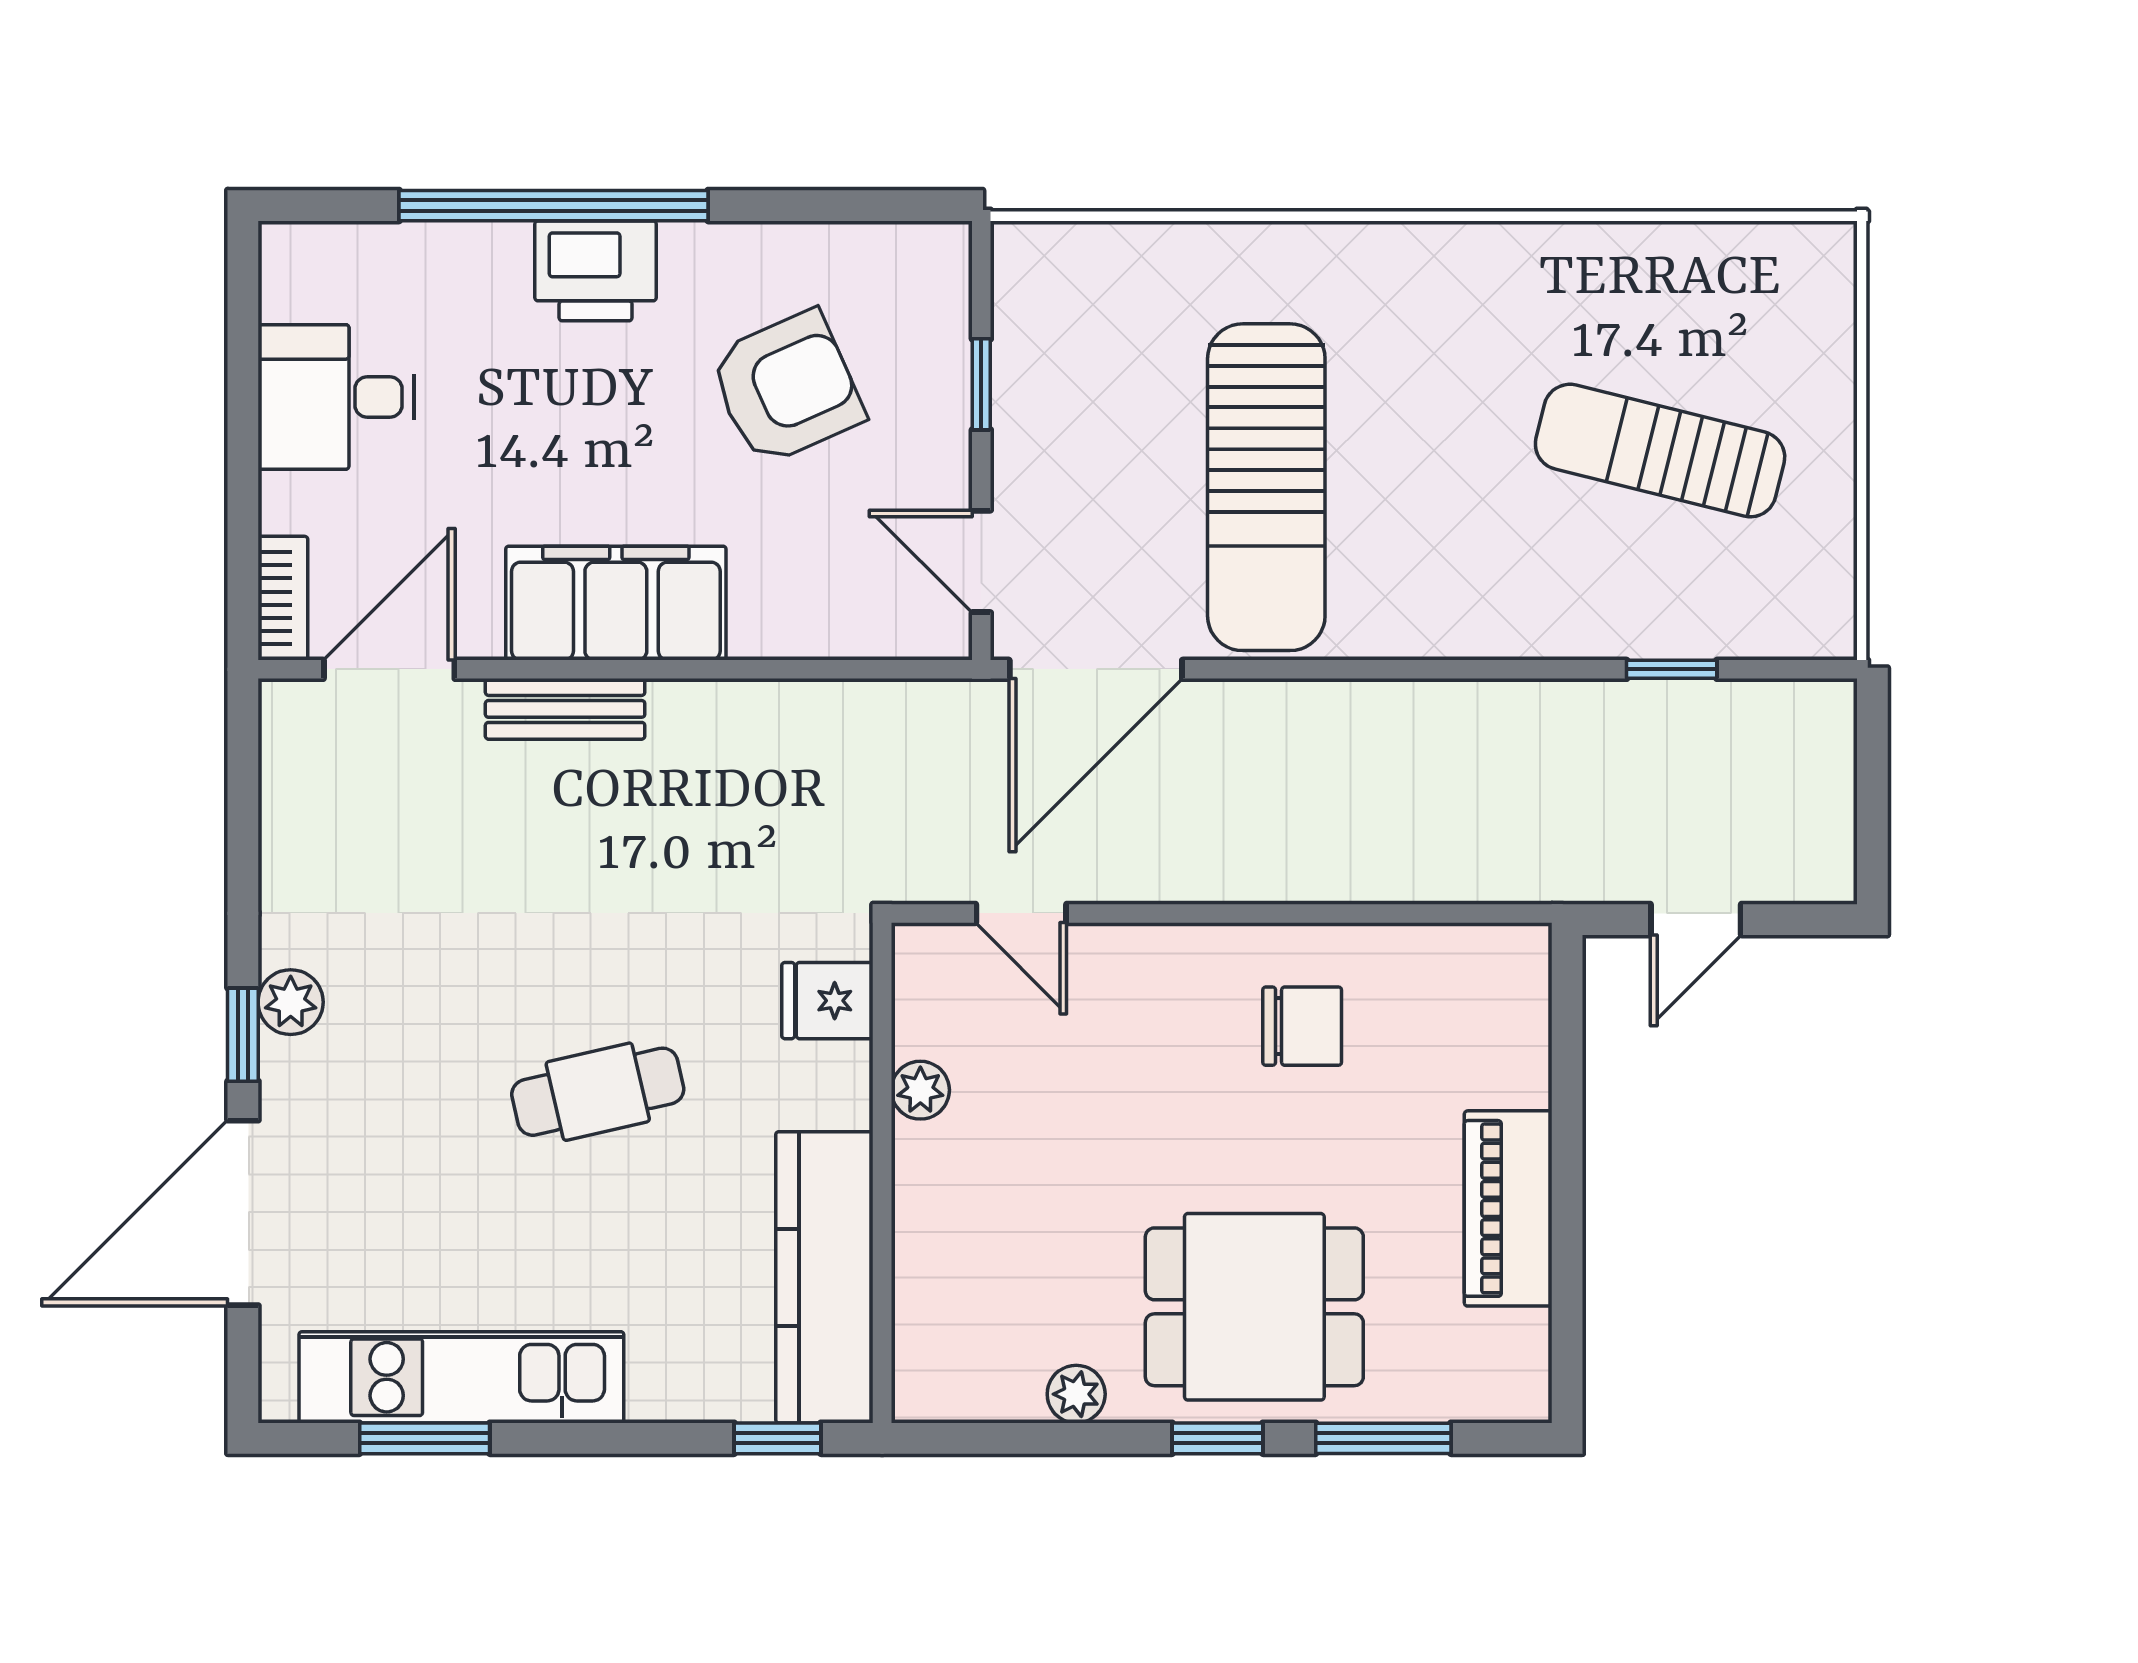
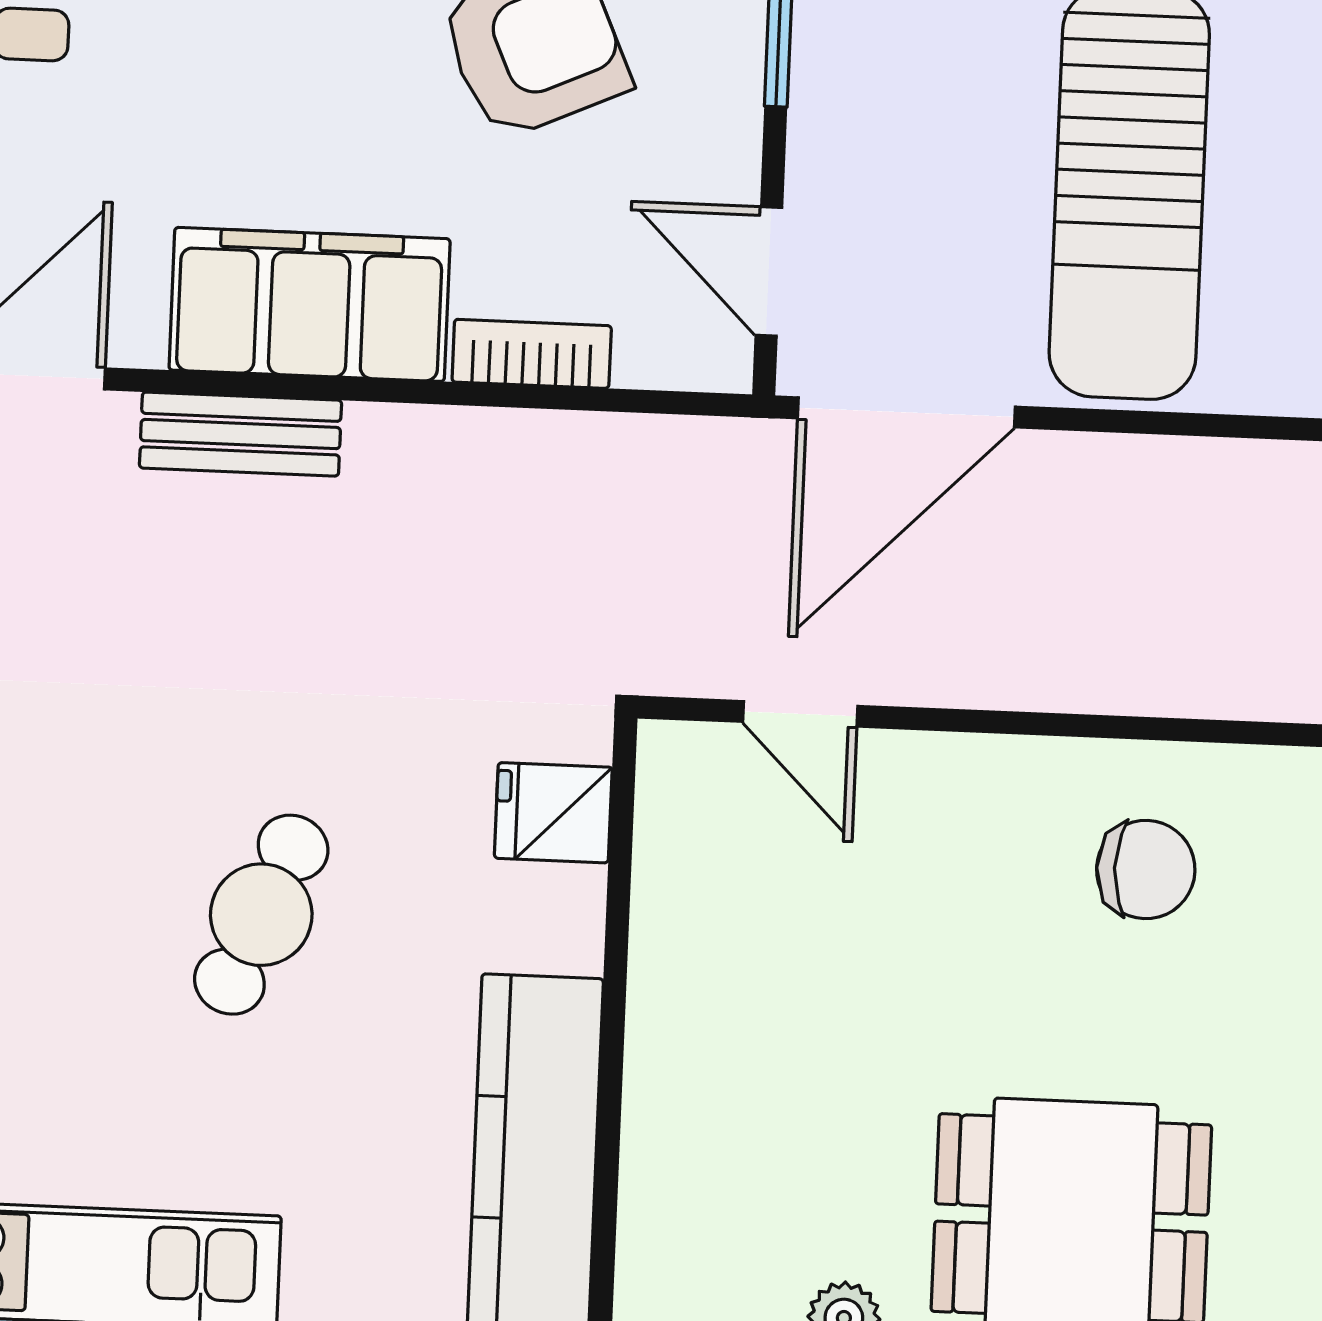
bookcase: (795, 635) -> (532, 354), added
plant: (920, 1090) -> (665, 930), removed
cafe table: (598, 1092) -> (261, 915), turned -54

